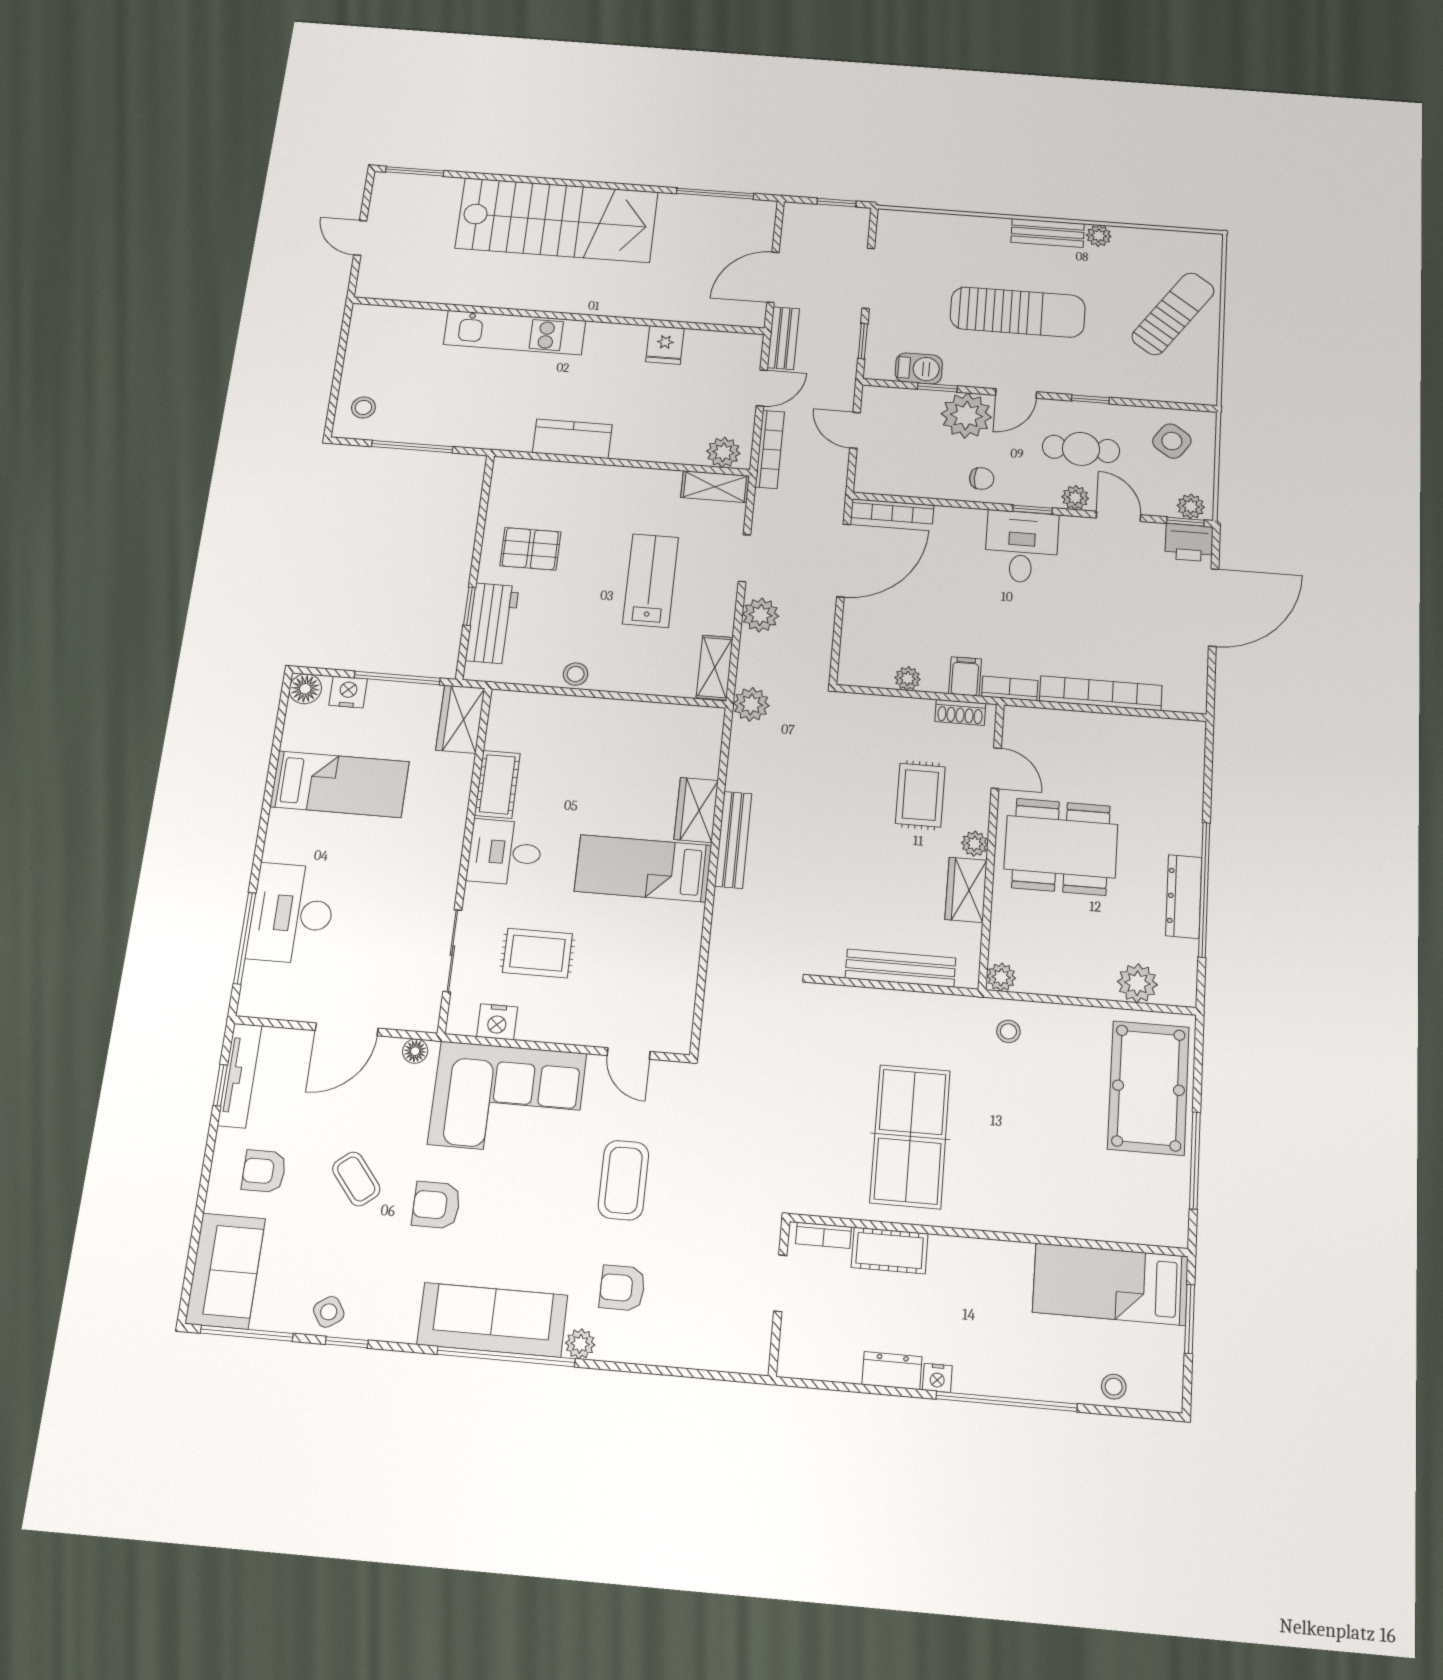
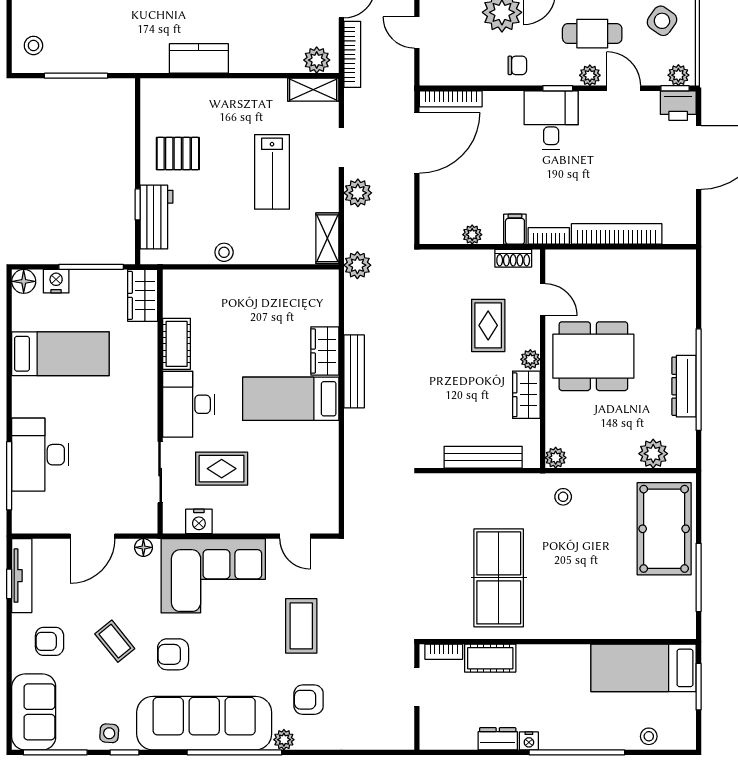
lab bench: (651, 580) -> (272, 172), turned 180
desk: (505, 852) -> (189, 404), width x1.37
side table: (329, 1312) -> (109, 733), turned 37
sofa: (492, 1320) -> (204, 723), width x1.36, depth x1.27

